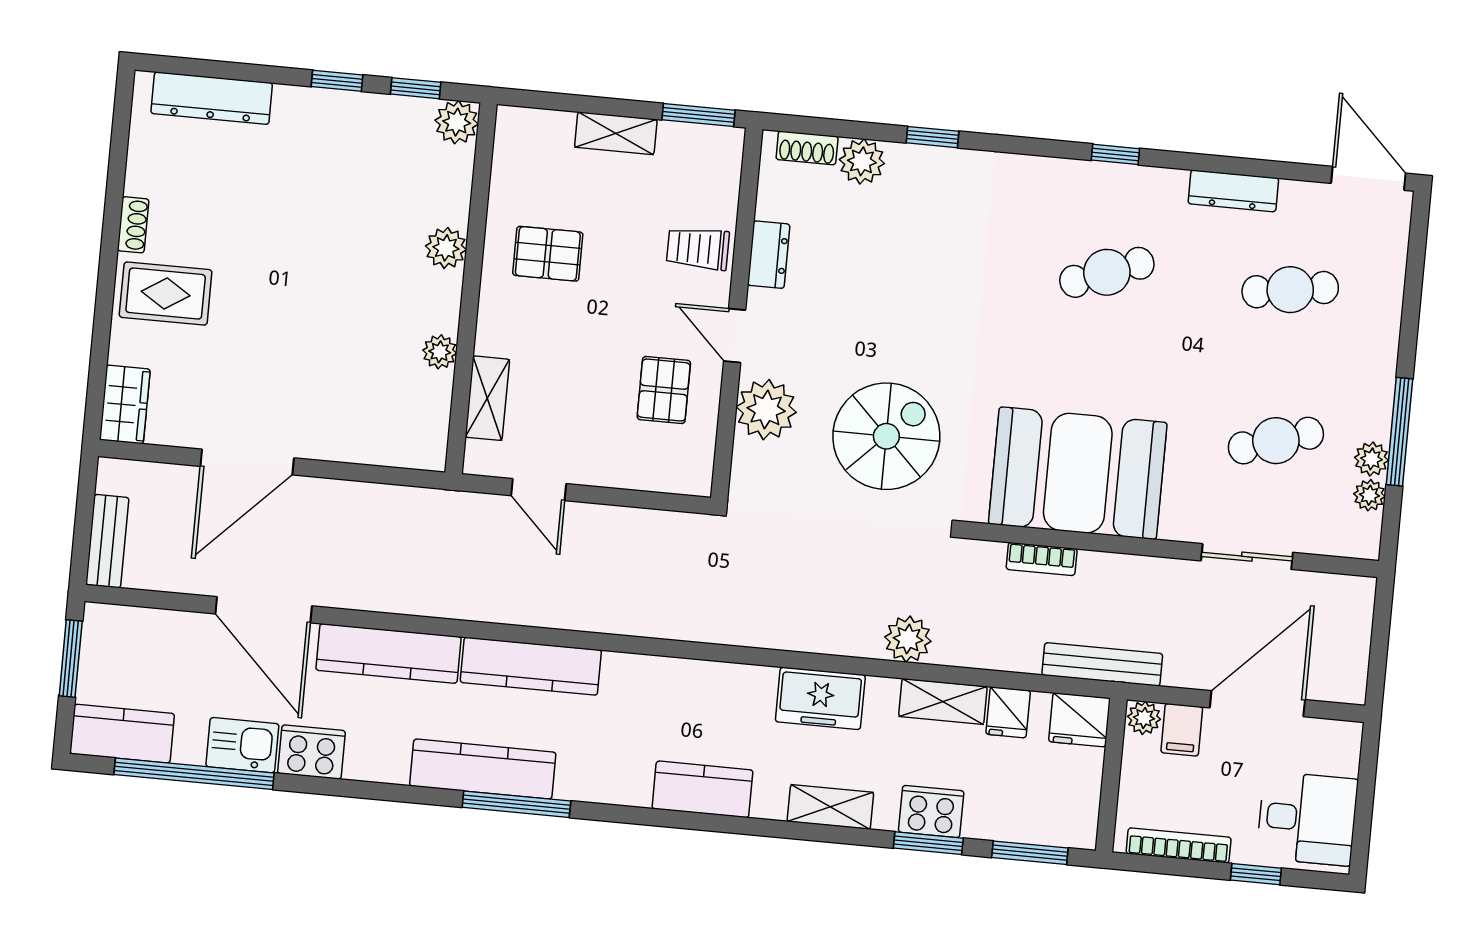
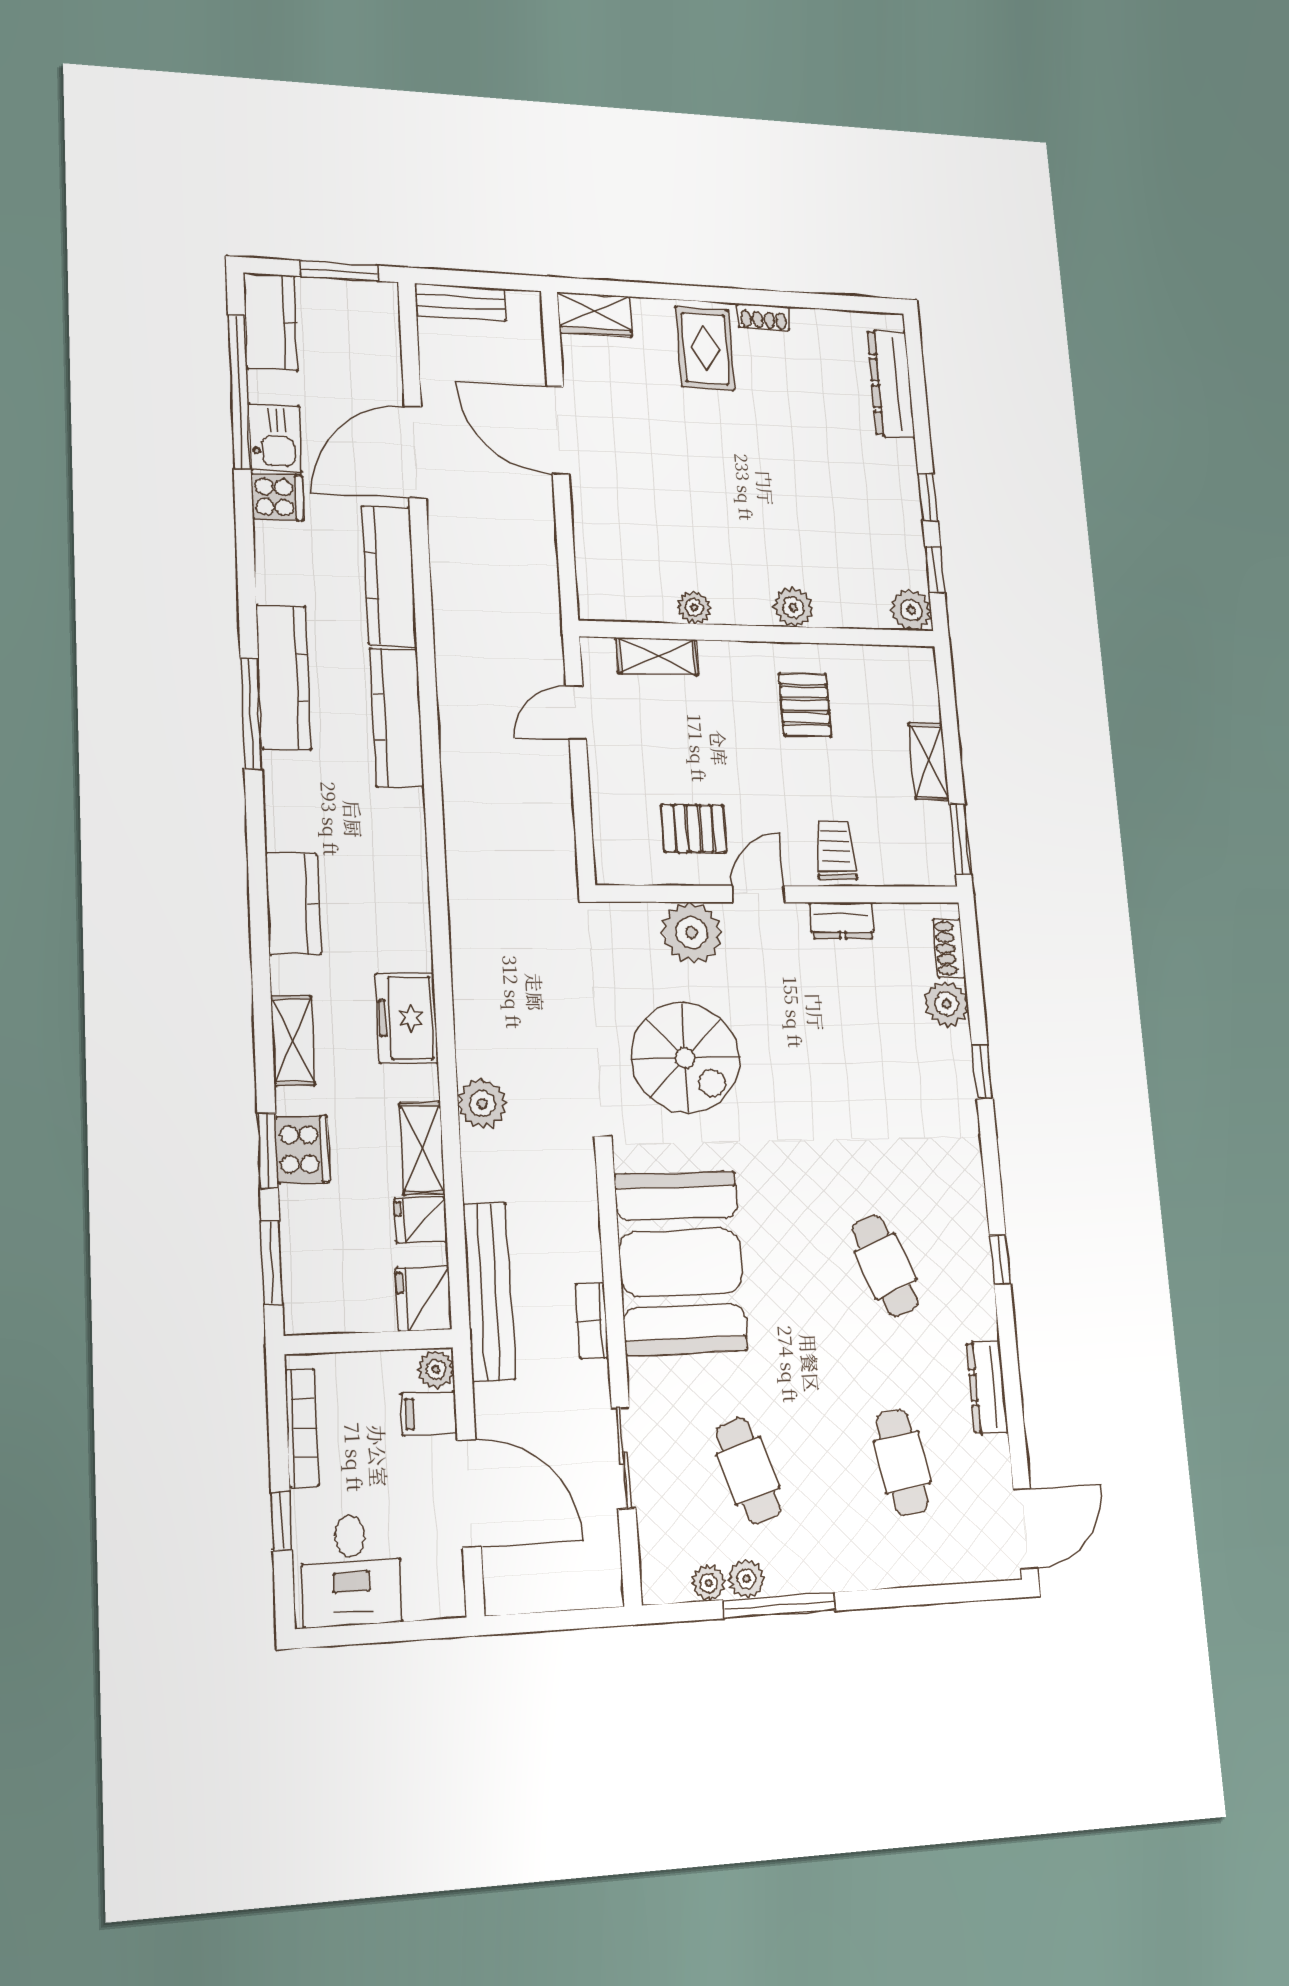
bookcase: (1042, 559) -> (592, 1321), moved
bench: (1102, 664) -> (489, 1292), width x1.37, depth x1.21
cooker: (311, 752) -> (277, 497), width x0.73

